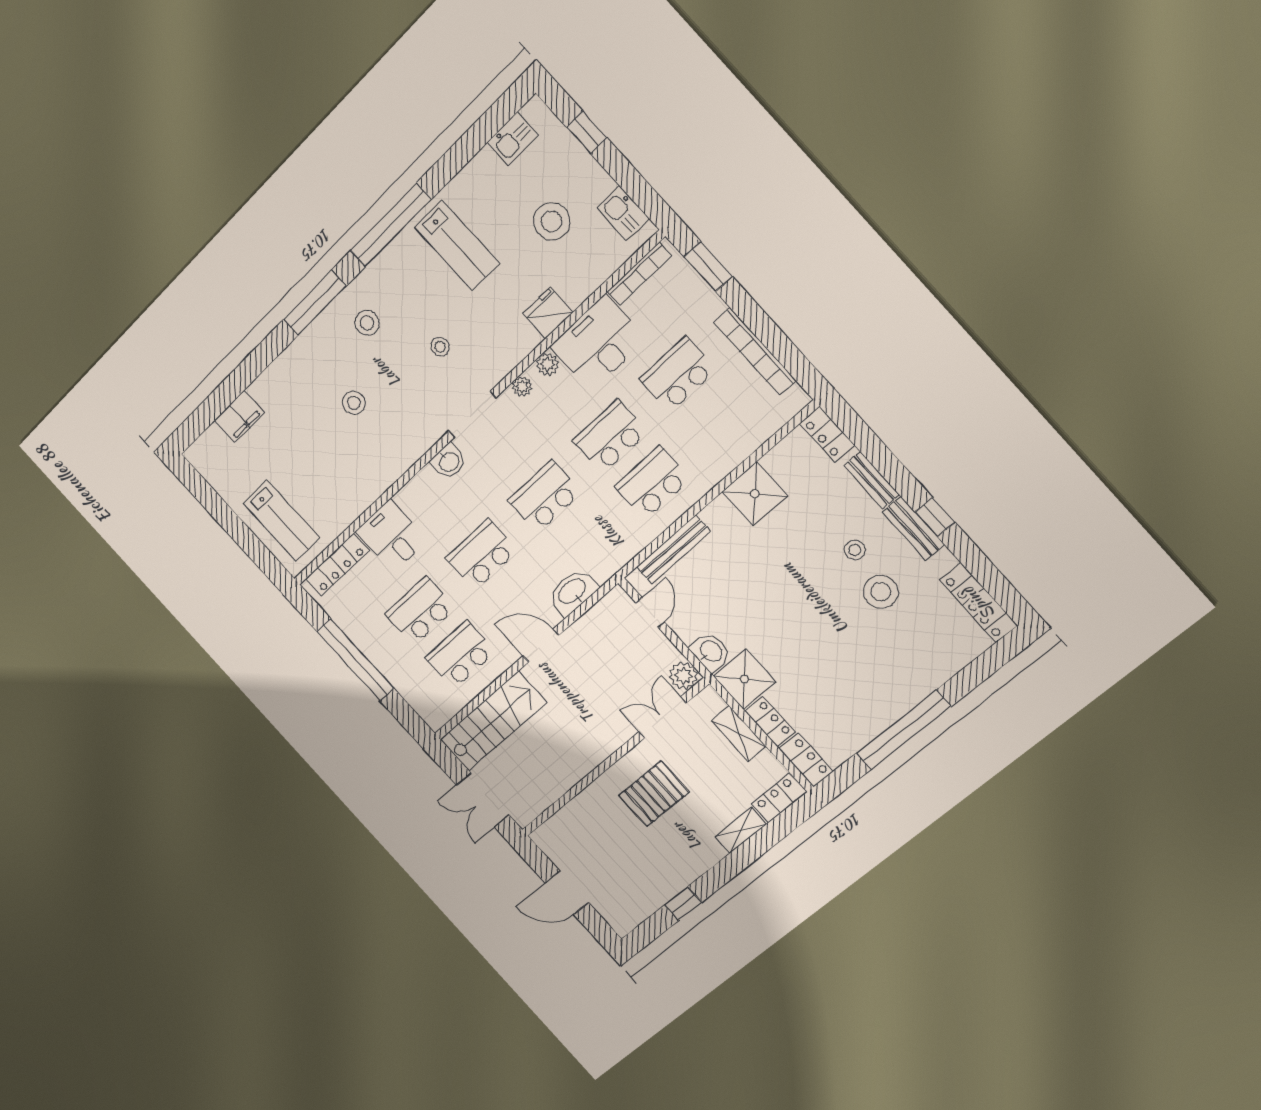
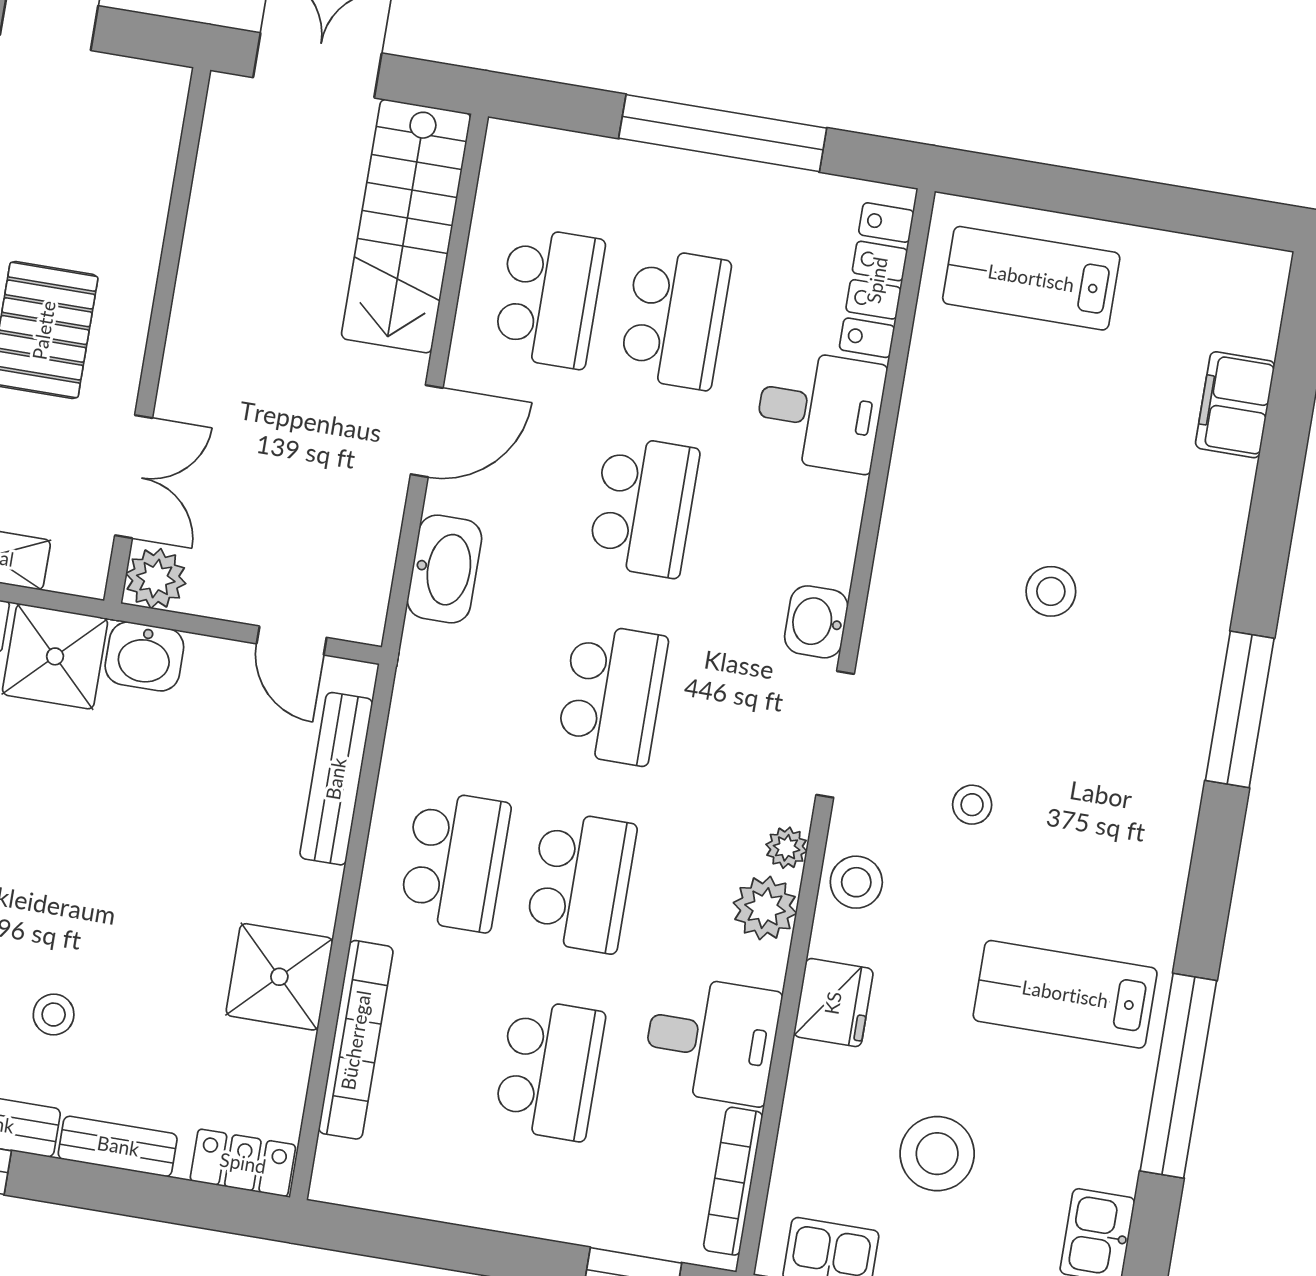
window: (391, 225) -> (1178, 1076), moved
stool: (367, 323) -> (856, 882), moved
desk: (598, 343) -> (712, 1040), width x0.73
bookcase: (755, 351) -> (356, 1040), moved, turned 90
plant: (547, 364) -> (765, 908), width x1.38, depth x1.38

